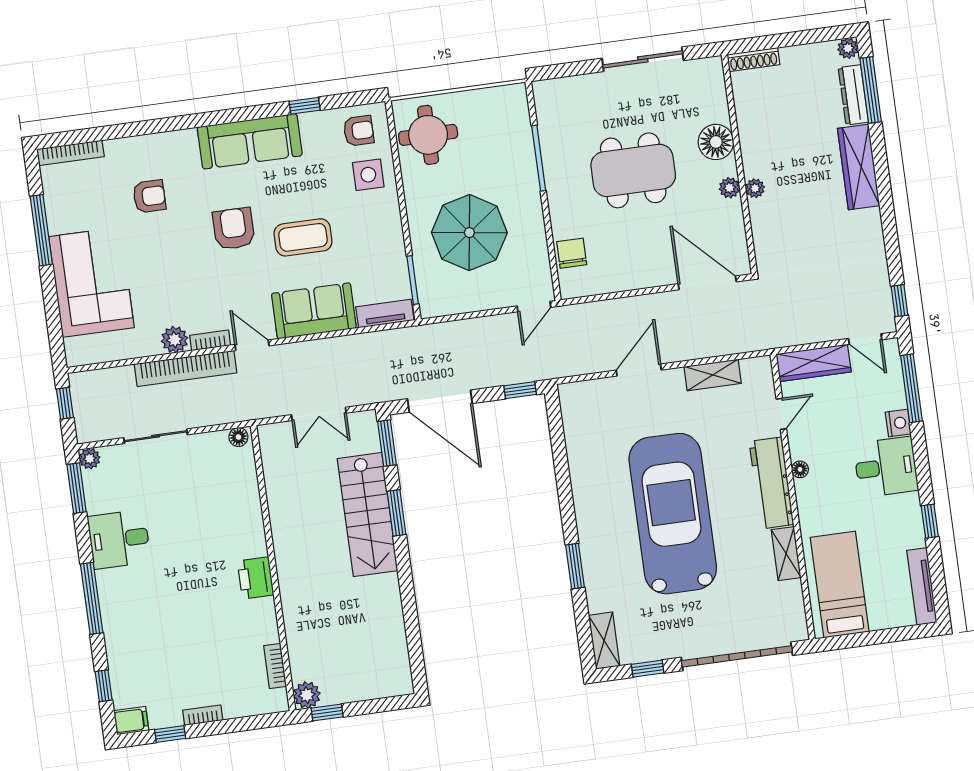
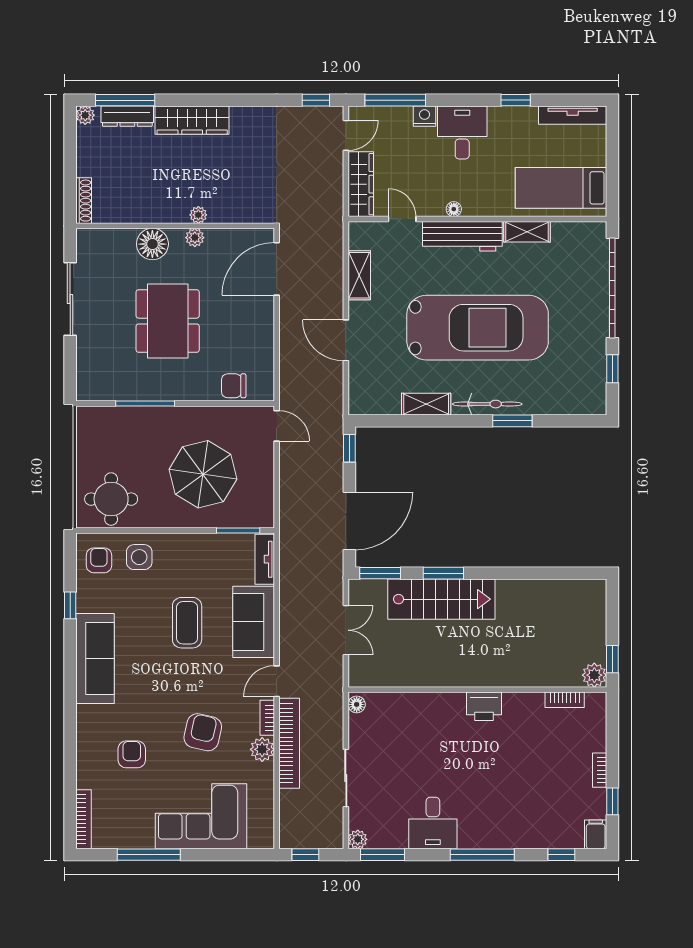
armchair: (234, 229) -> (203, 732), moved, turned 103
car: (673, 514) -> (478, 328), turned 180
bicycle: (590, 536) -> (487, 404), added
shelving: (604, 641) -> (426, 404), moved

